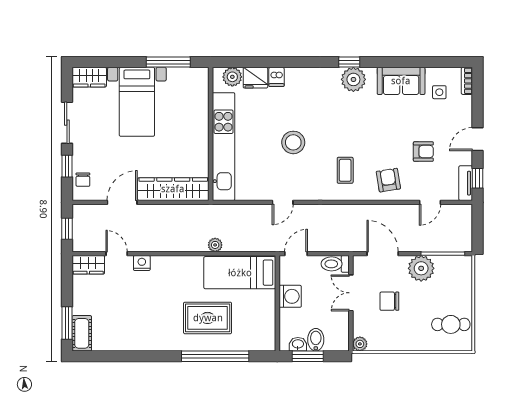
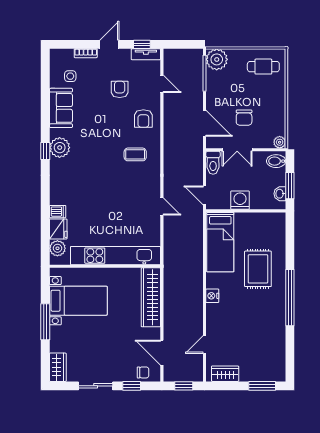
window: (168, 62) -> (45, 322), moved
bookcase: (467, 81) -> (86, 53), moved
bed with nightstands: (137, 102) -> (78, 301), moved
door: (477, 139) -> (109, 44), swing flipped
stool: (293, 142) -> (112, 198), removed
armchair: (388, 180) -> (143, 119), turned -81
door: (122, 202) -> (162, 353), moved
plant: (215, 245) -> (197, 263), removed
door: (383, 254) -> (205, 123), swing flipped
nightstand: (142, 263) -> (212, 296), moved
wardrobe: (88, 265) -> (225, 374), moved, turned -90
plant: (421, 268) -> (217, 59), moved
cafe table: (451, 324) -> (263, 67), turned 90
cot: (82, 333) -> (271, 373), removed
bidet: (316, 340) -> (276, 161), moved
window: (215, 356) -> (290, 298), moved

